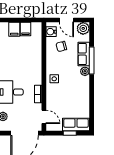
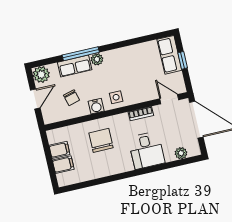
water cooler: (51, 32) -> (96, 106), moved
chair: (25, 61) -> (101, 140), added
door: (44, 117) -> (169, 99), hinge flipped

